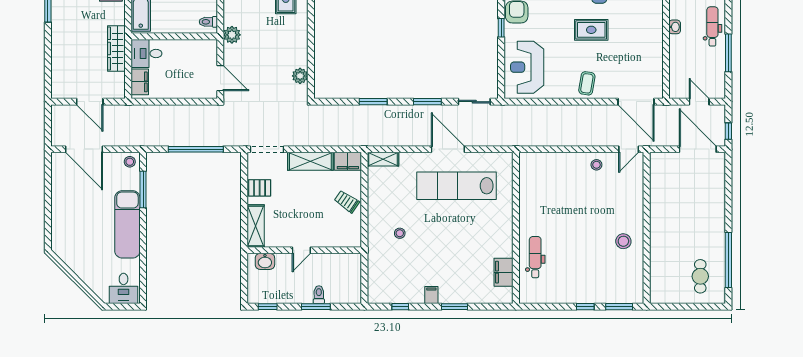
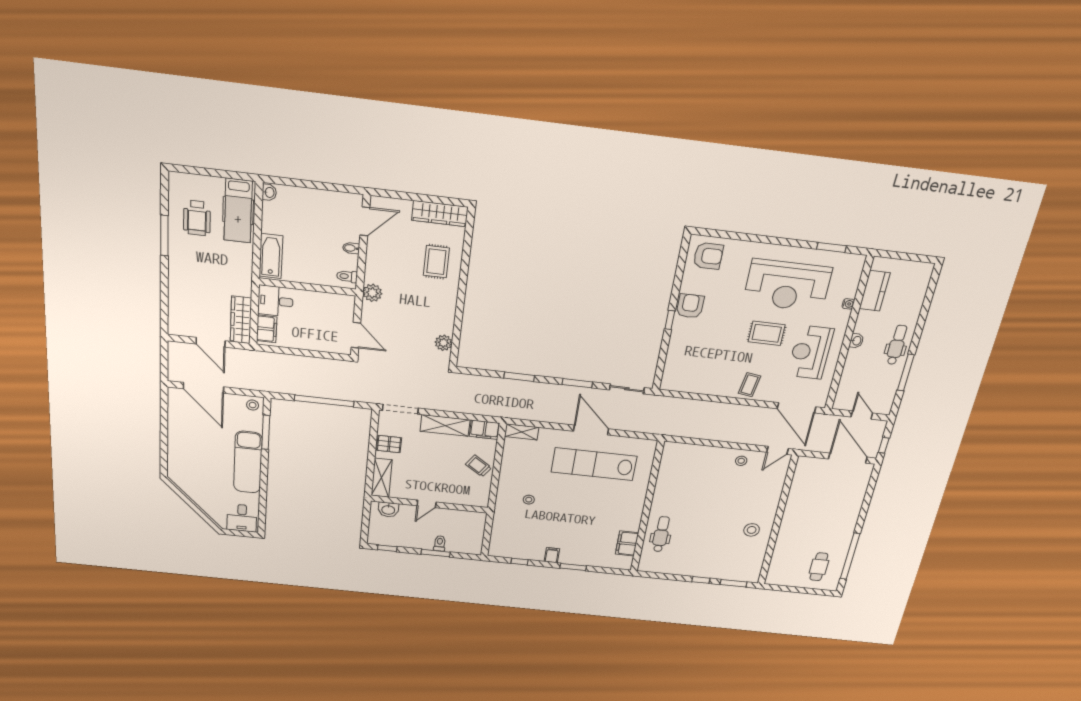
wardrobe: (116, 49) -> (241, 320), moved
reception desk: (527, 67) -> (810, 352), moved

